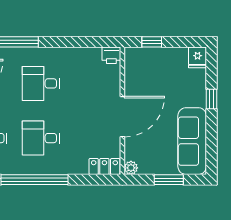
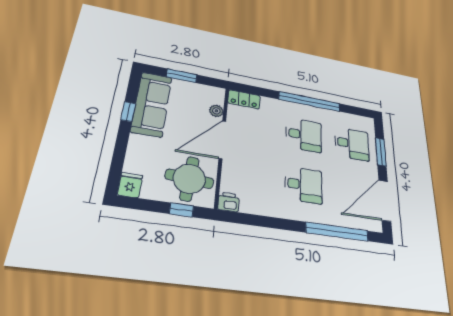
round table: (148, 72) -> (189, 179), added
window: (211, 99) -> (128, 112), moved
plant: (131, 168) -> (216, 111), moved

